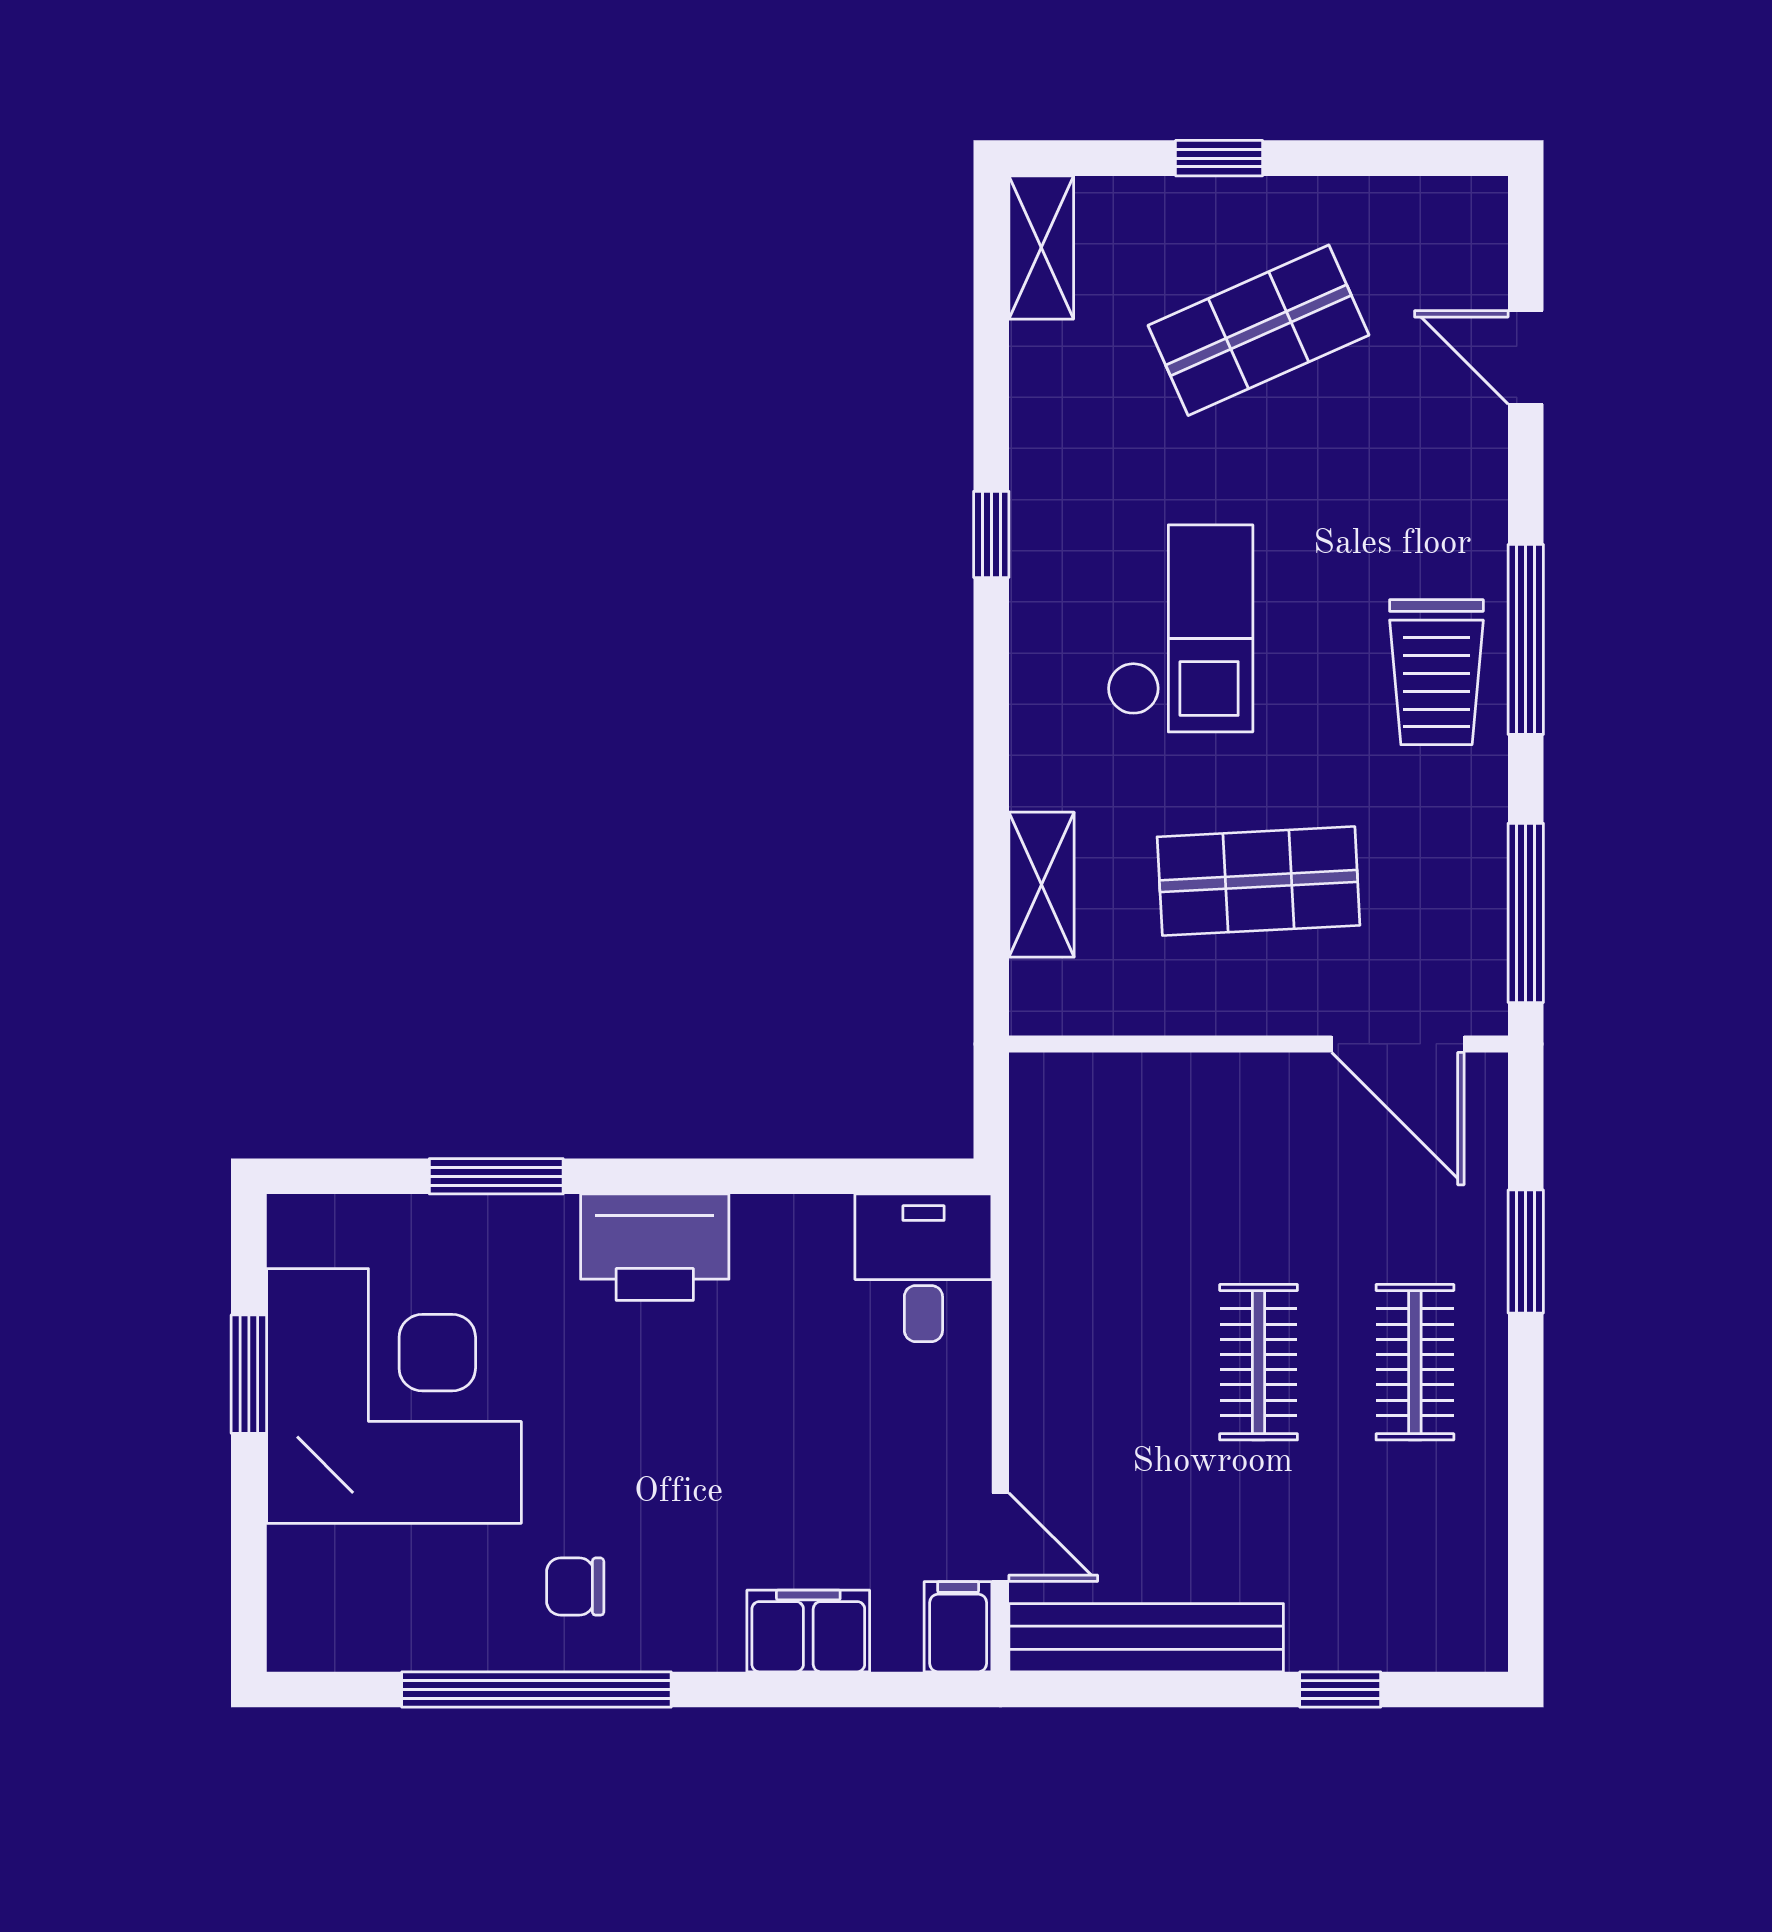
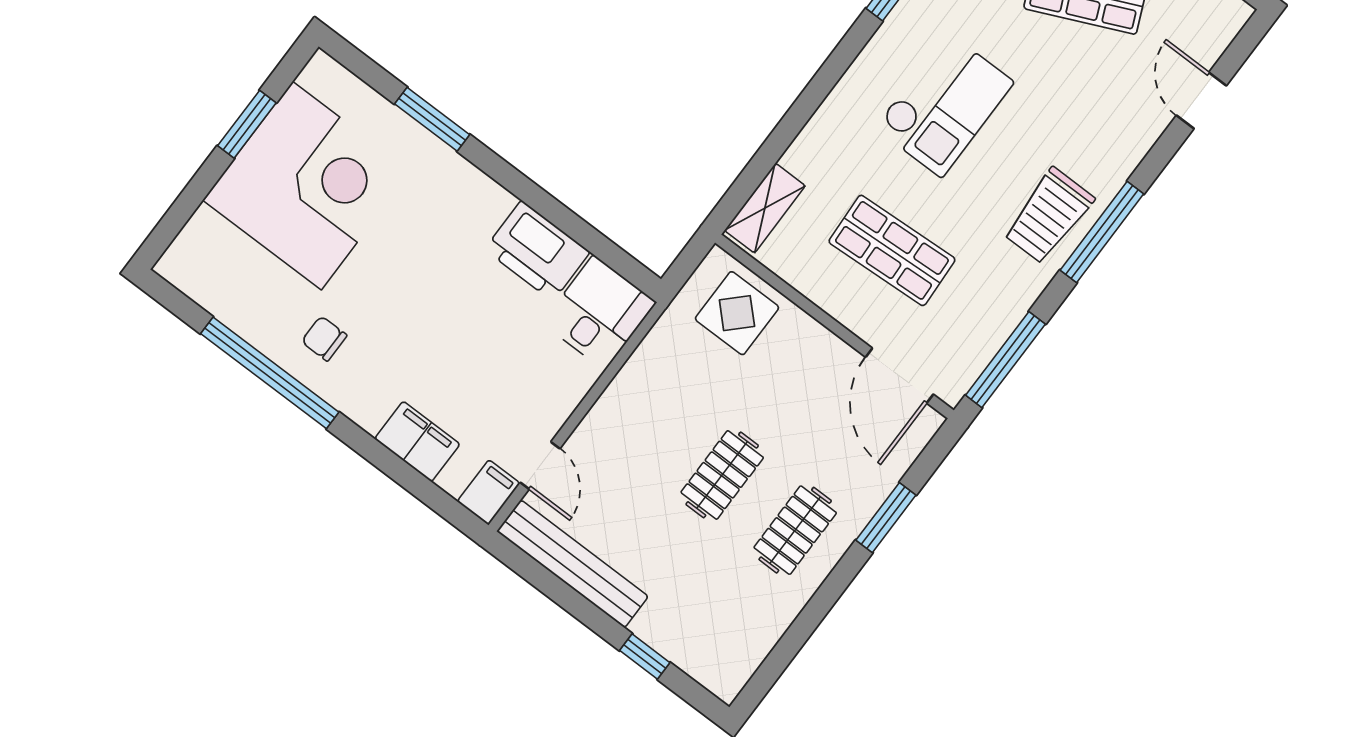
shelving: (1042, 885) -> (765, 208), moved
display table: (1112, 1126) -> (737, 313), added
printer: (655, 1247) -> (537, 251), moved

